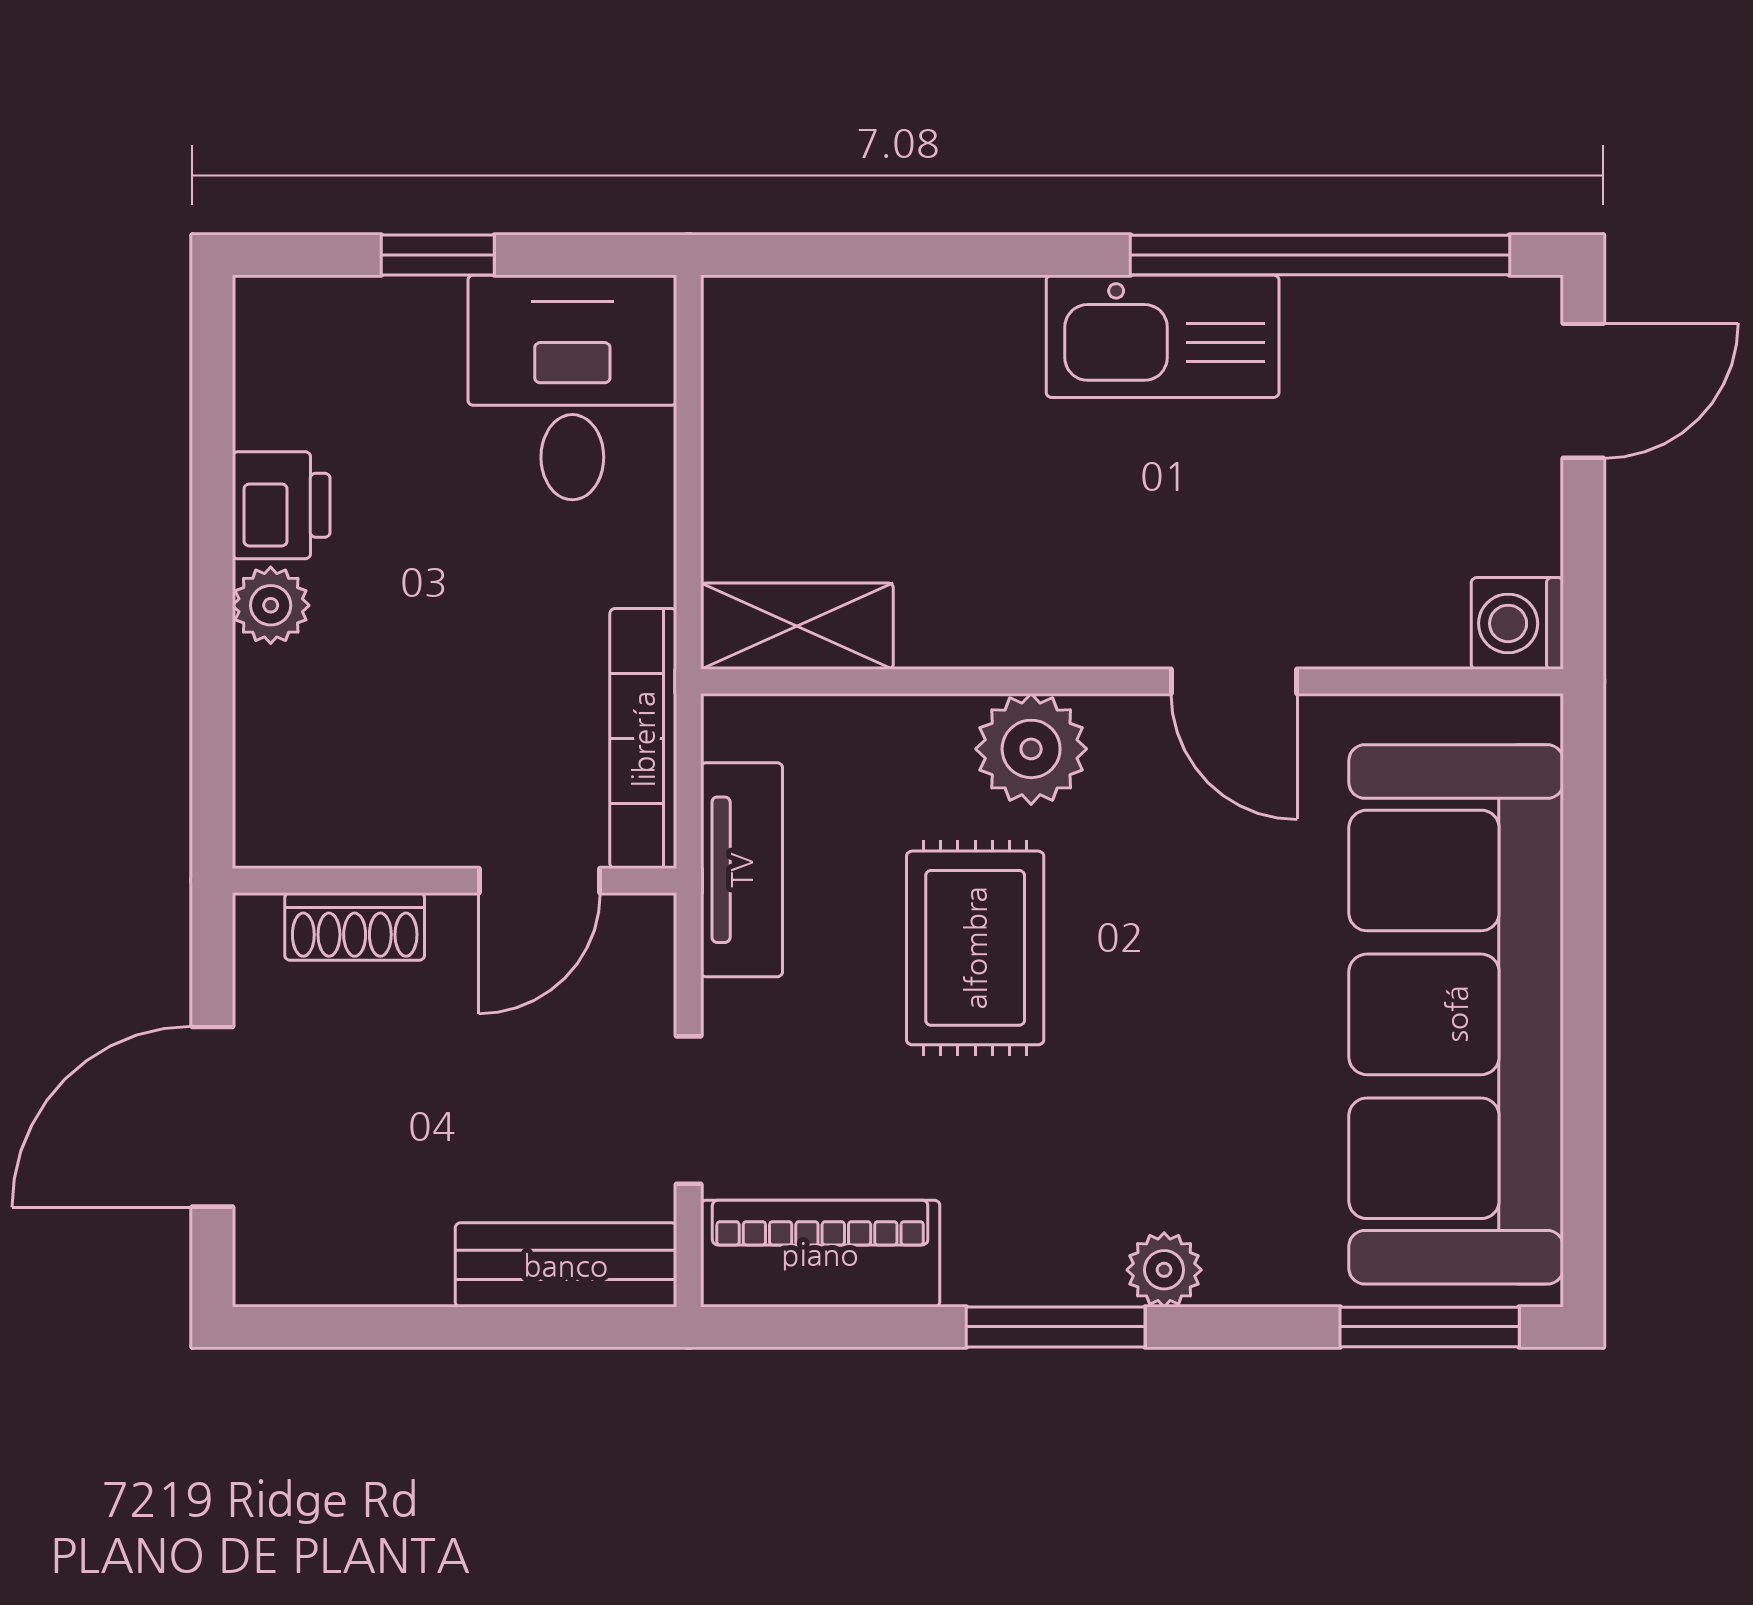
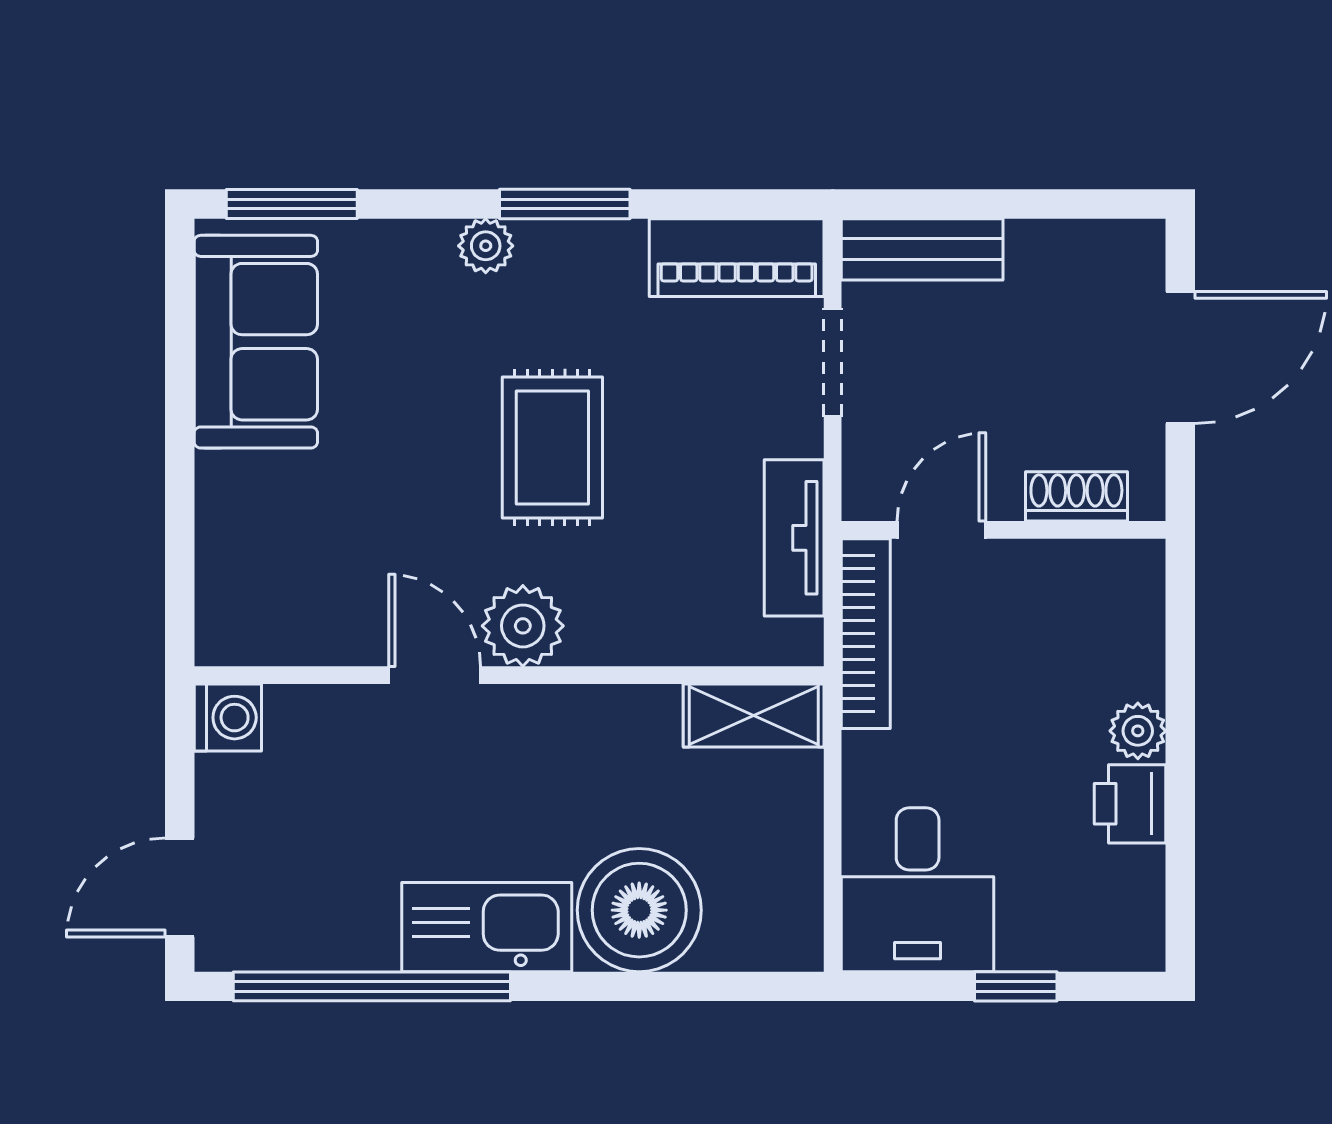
boiler: (954, 360) -> (639, 910), added
plant: (1031, 749) -> (523, 626), moved
rug: (975, 948) -> (552, 447), moved
sofa: (1456, 1014) -> (256, 342), width x0.54, depth x0.79

